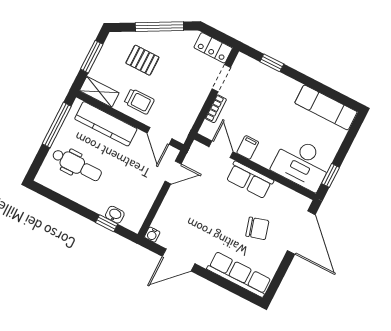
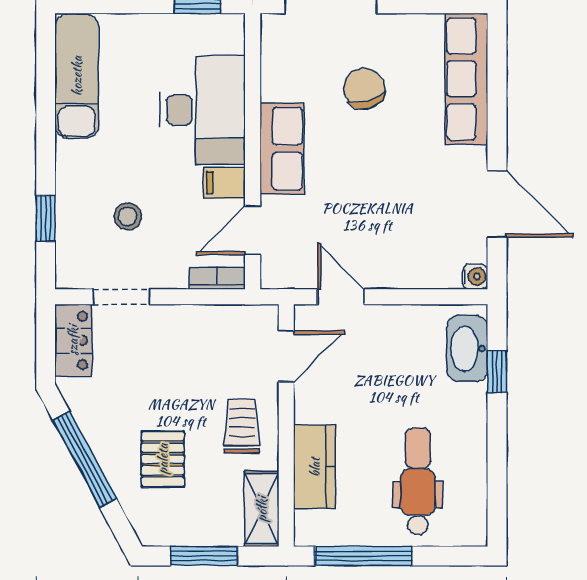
stool: (254, 98) -> (128, 216), added
bookcase: (216, 109) -> (217, 278), moved
kitchen counter: (106, 124) -> (315, 467), width x0.67
desk: (302, 163) -> (203, 110), moved
washbasin: (115, 215) -> (467, 348), width x1.91, depth x1.45

